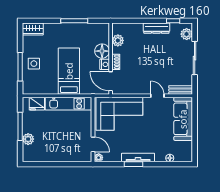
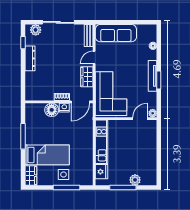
plant: (118, 40) -> (42, 95), removed
bed: (69, 71) -> (47, 155), moved, turned 180
wardrobe: (137, 88) -> (87, 77), added

